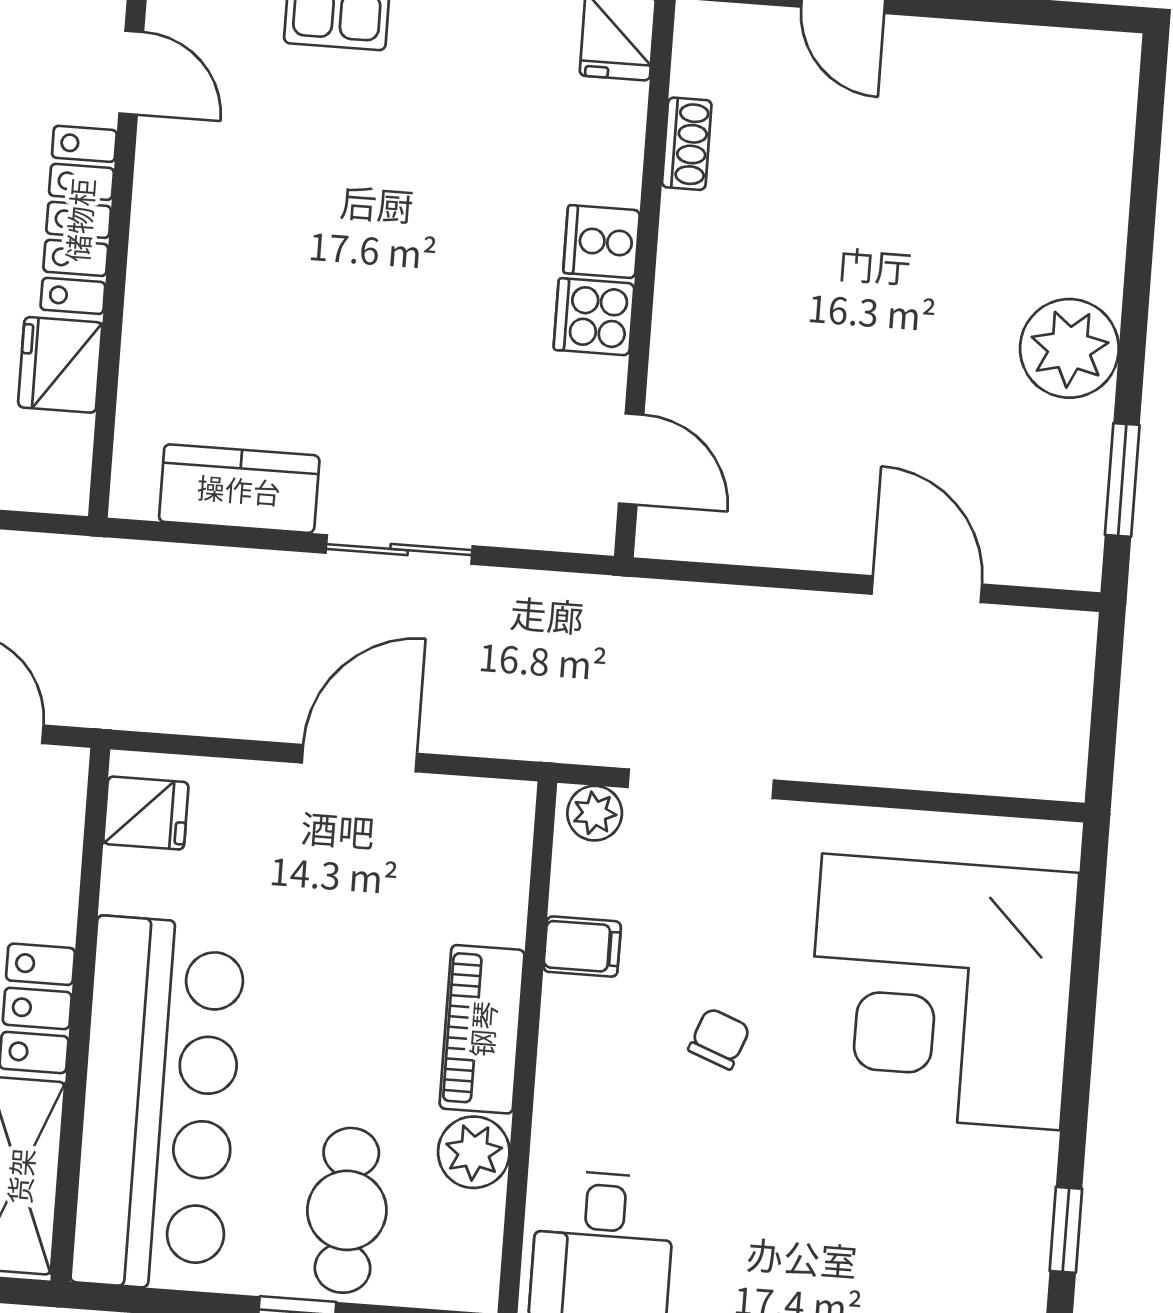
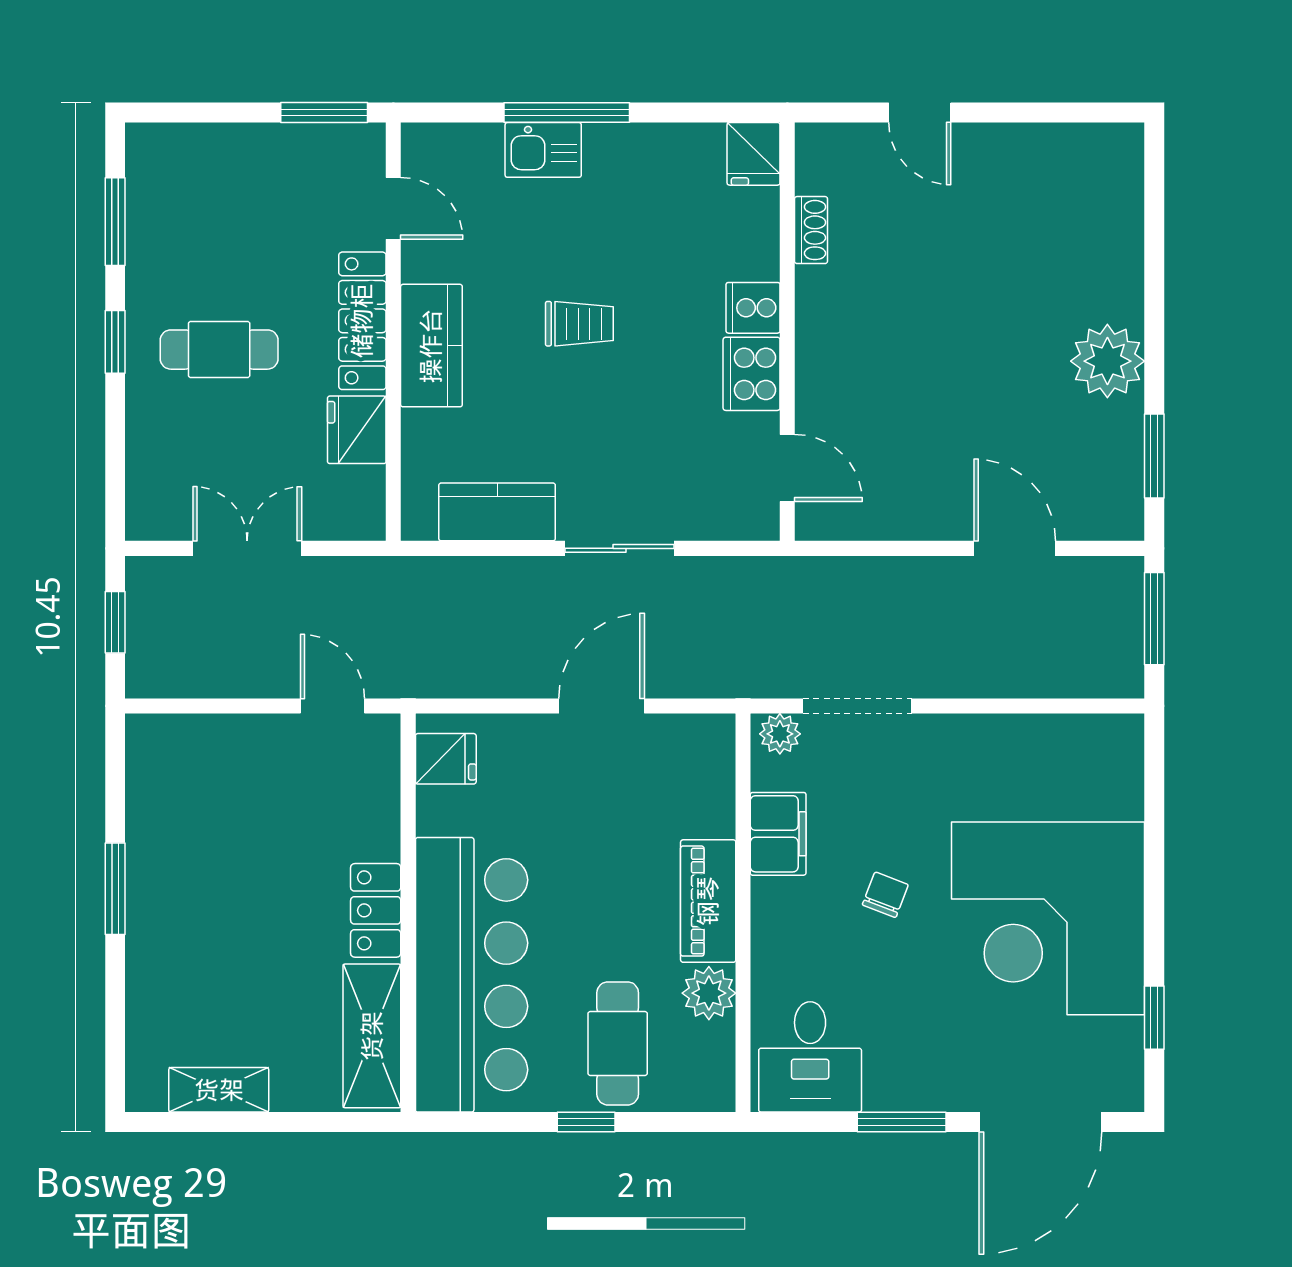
trolley: (368, 246) -> (579, 324), added
kitchen counter: (168, 260) -> (431, 346), added
cooker: (594, 317) -> (752, 374), width x1.36
window: (1106, 697) -> (1154, 619), added
filing cabinet: (582, 947) -> (778, 834), width x2.00
corner desk: (941, 992) -> (1048, 918), moved

